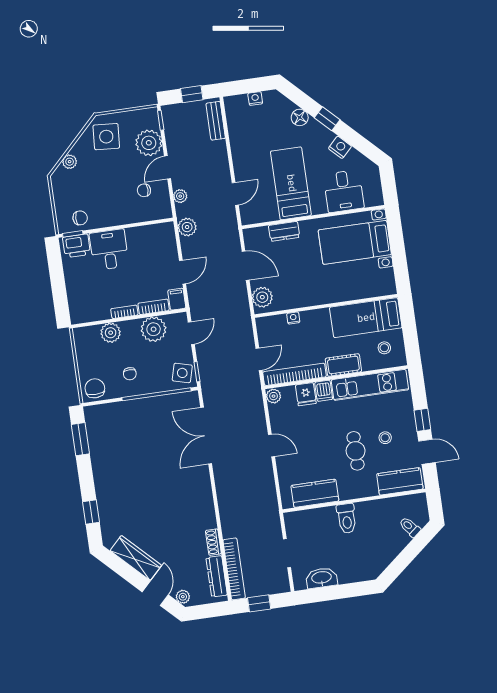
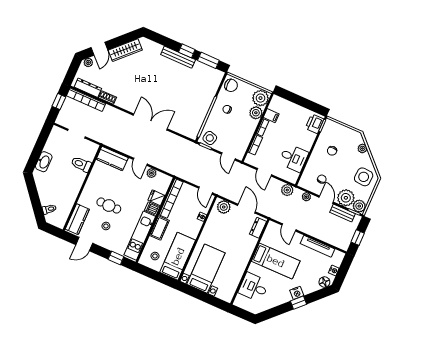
floor lamp: (300, 117) -> (324, 282), moved
plant: (149, 118) -> (359, 206), added
bench: (216, 121) -> (342, 213), moved
tv unit: (237, 140) -> (318, 246), added
nightstand: (340, 147) -> (297, 293), moved
chair: (80, 218) -> (332, 151), moved
dresser: (284, 231) -> (258, 228), moved
bed with nightstands: (355, 242) -> (206, 269), moved
desk: (109, 250) -> (294, 158), moved
door: (246, 266) -> (246, 209), swing flipped
filing cabinet: (177, 299) -> (271, 116), moved
plant: (154, 329) -> (260, 98), moved
door: (259, 359) -> (206, 191), moved
plant: (274, 396) -> (152, 173), moved
window: (422, 420) -> (116, 258), moved
double door: (206, 436) -> (150, 122), moved
door: (272, 445) -> (140, 162), hinge flipped
bench: (101, 482) -> (178, 57), added
kitchen counter: (315, 493) -> (112, 159), moved, turned 90
window: (91, 512) -> (187, 51), moved
toilet: (347, 518) -> (81, 164), moved
washbasin: (322, 578) -> (44, 162), moved
door: (155, 593) -> (99, 49), hinge flipped

